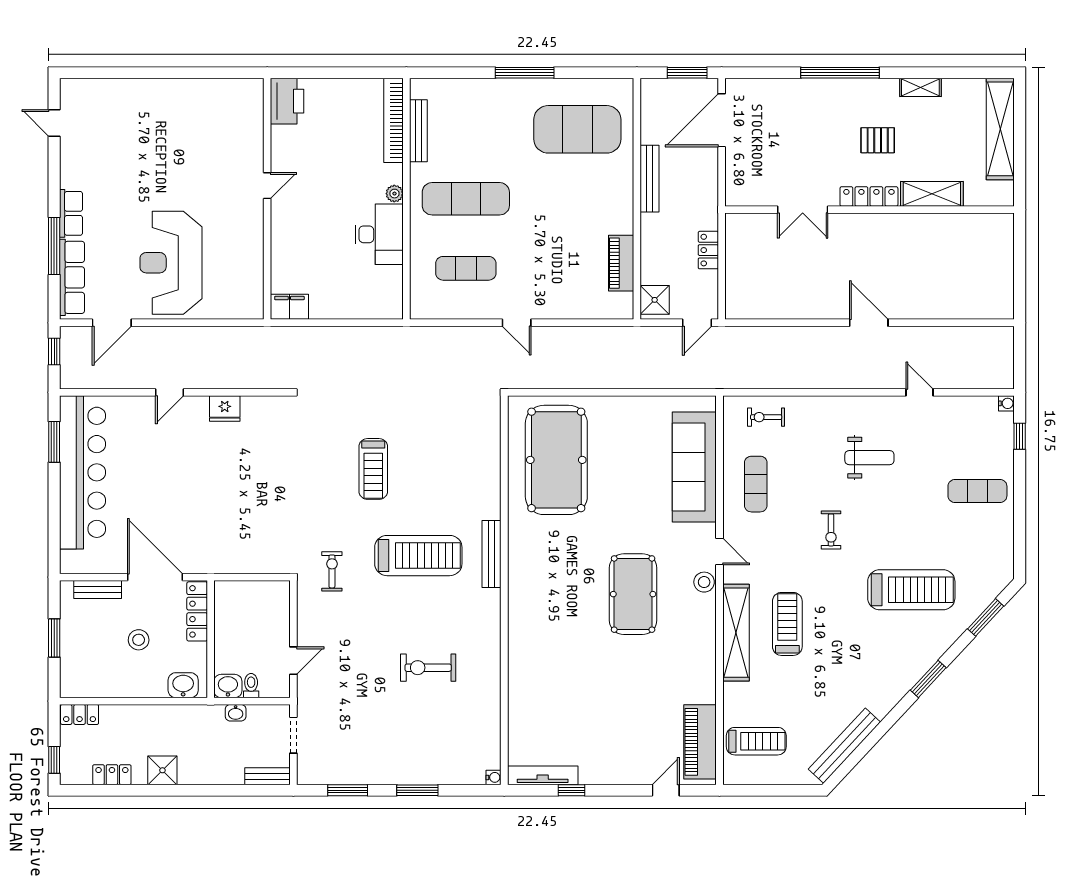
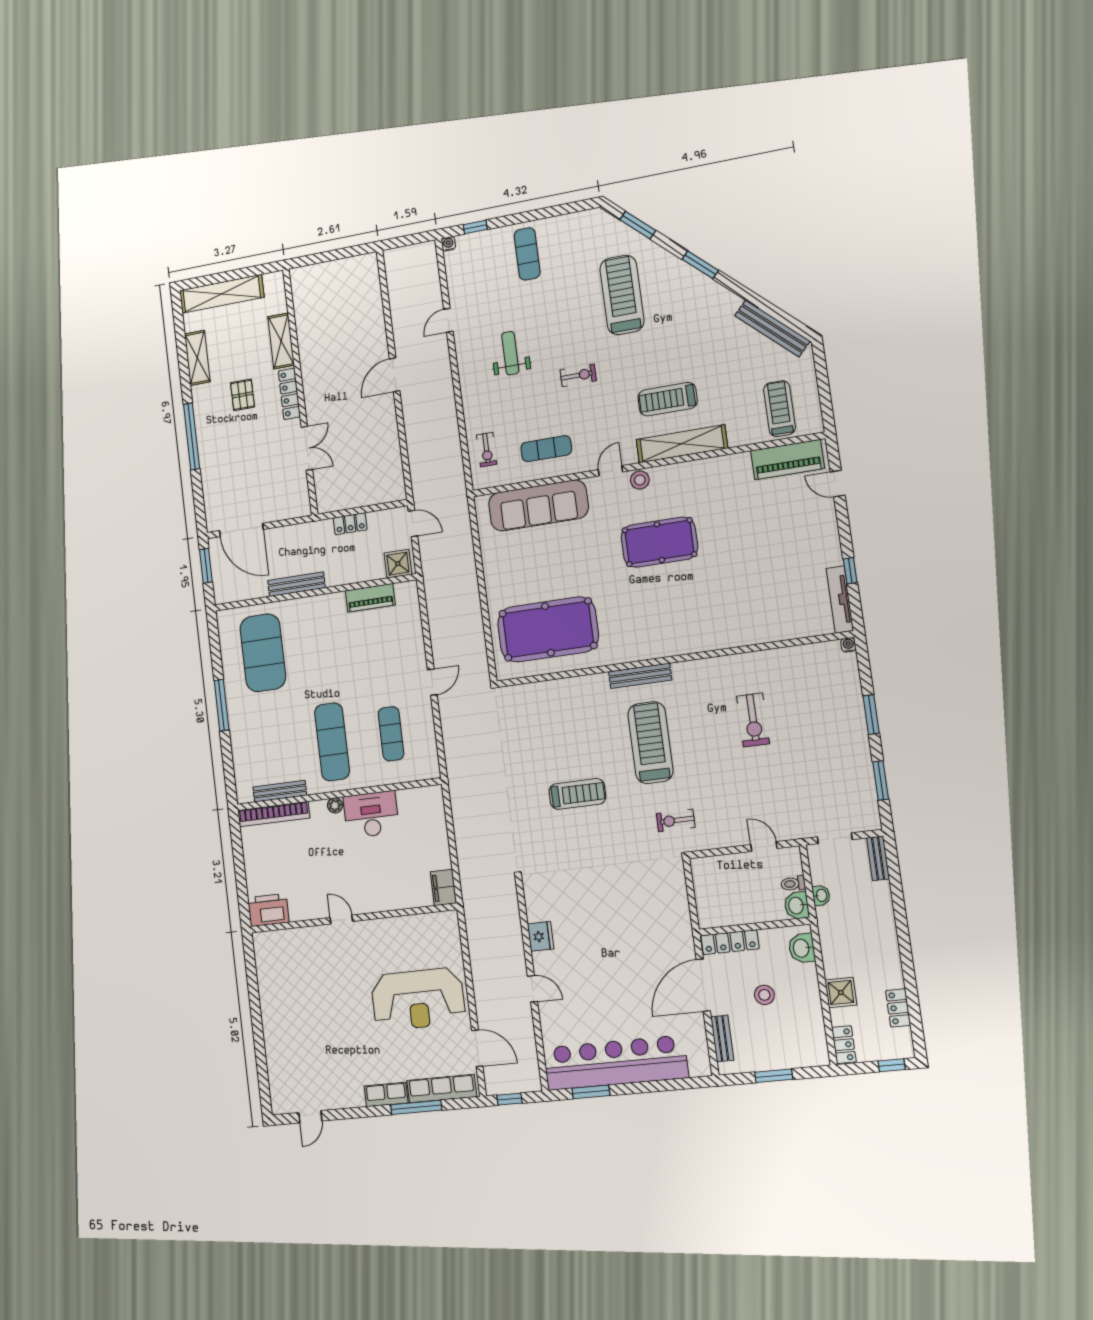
shelving: (920, 87) -> (197, 358), width x1.50, depth x1.33
shower: (162, 770) -> (841, 992), moved

